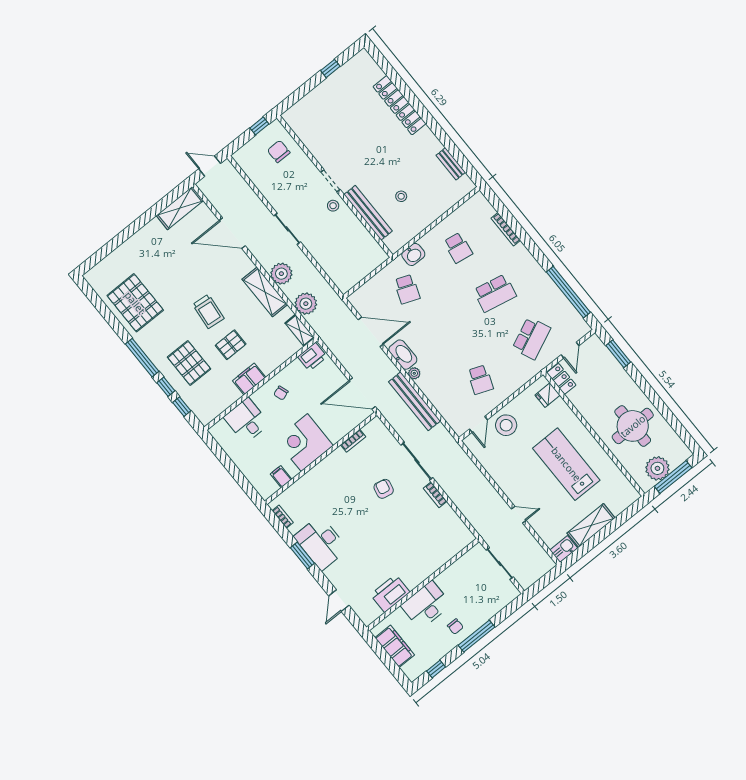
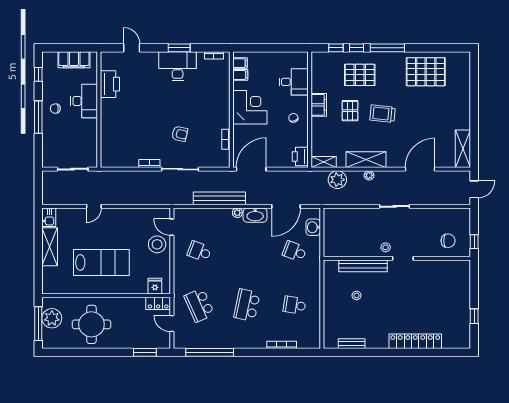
washbasin: (413, 254) -> (313, 227), moved
plant: (281, 274) -> (369, 175), width x0.53, depth x0.53
filing cabinet: (270, 486) -> (240, 63), added

